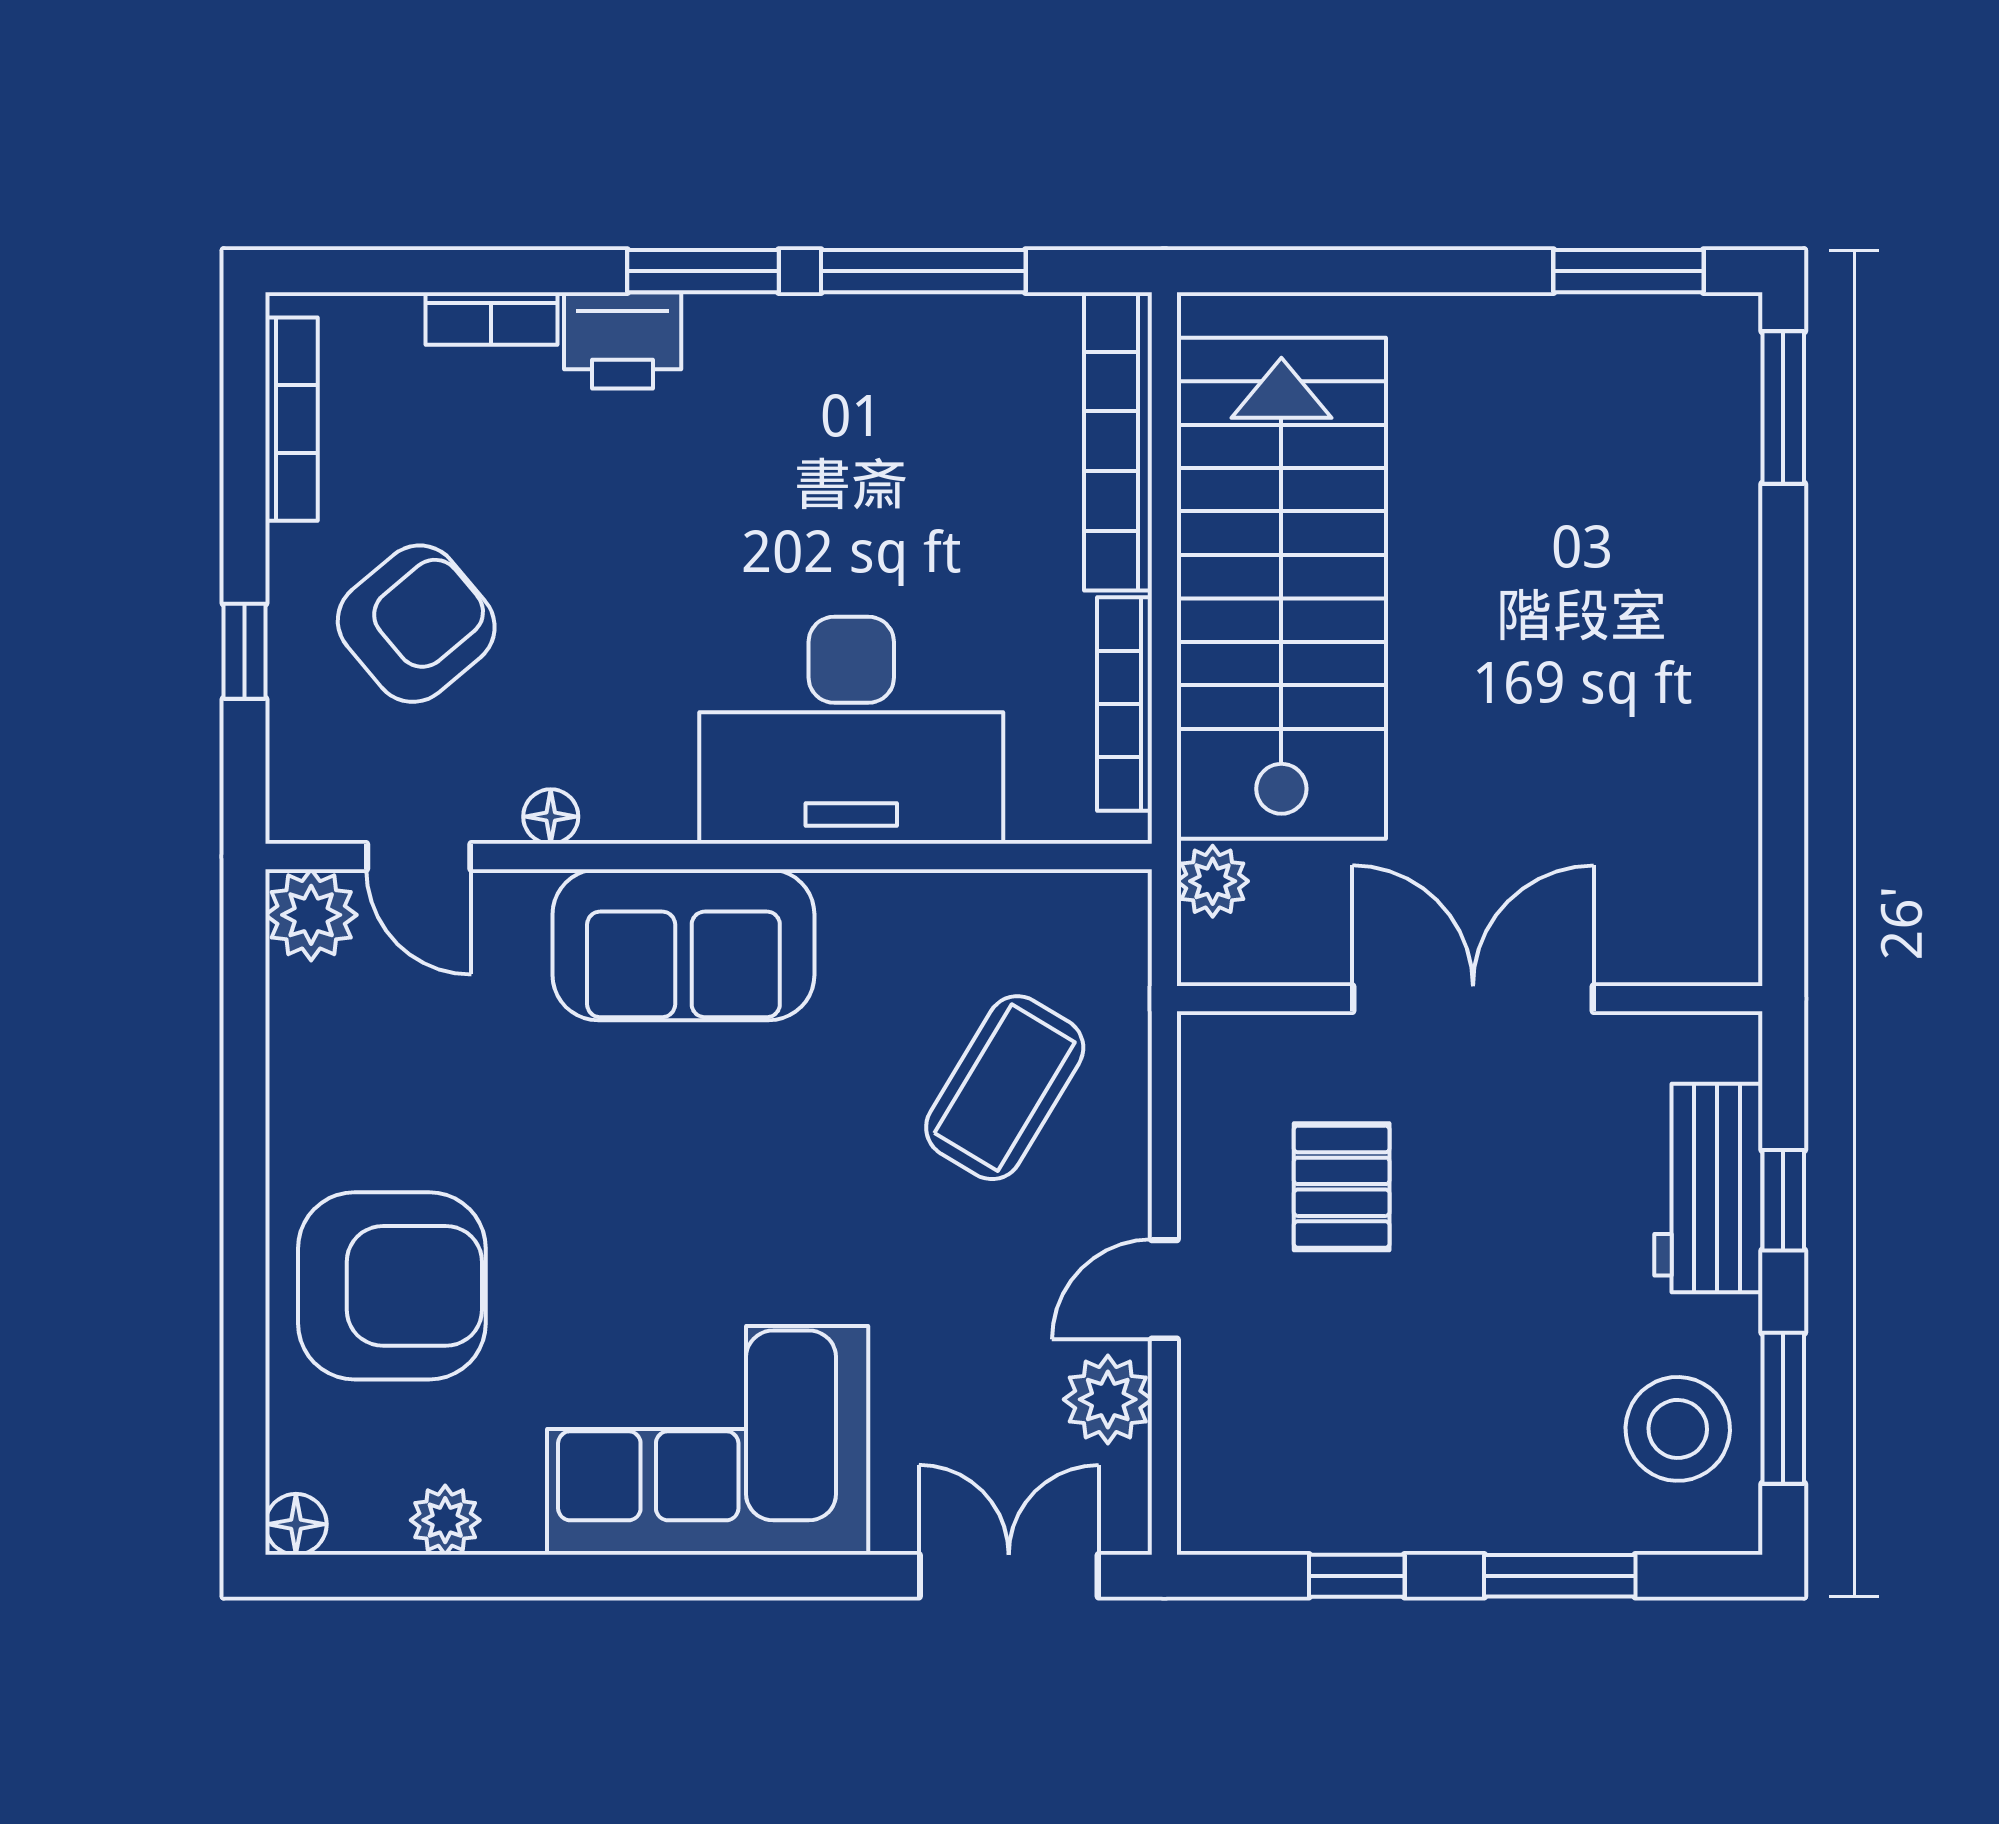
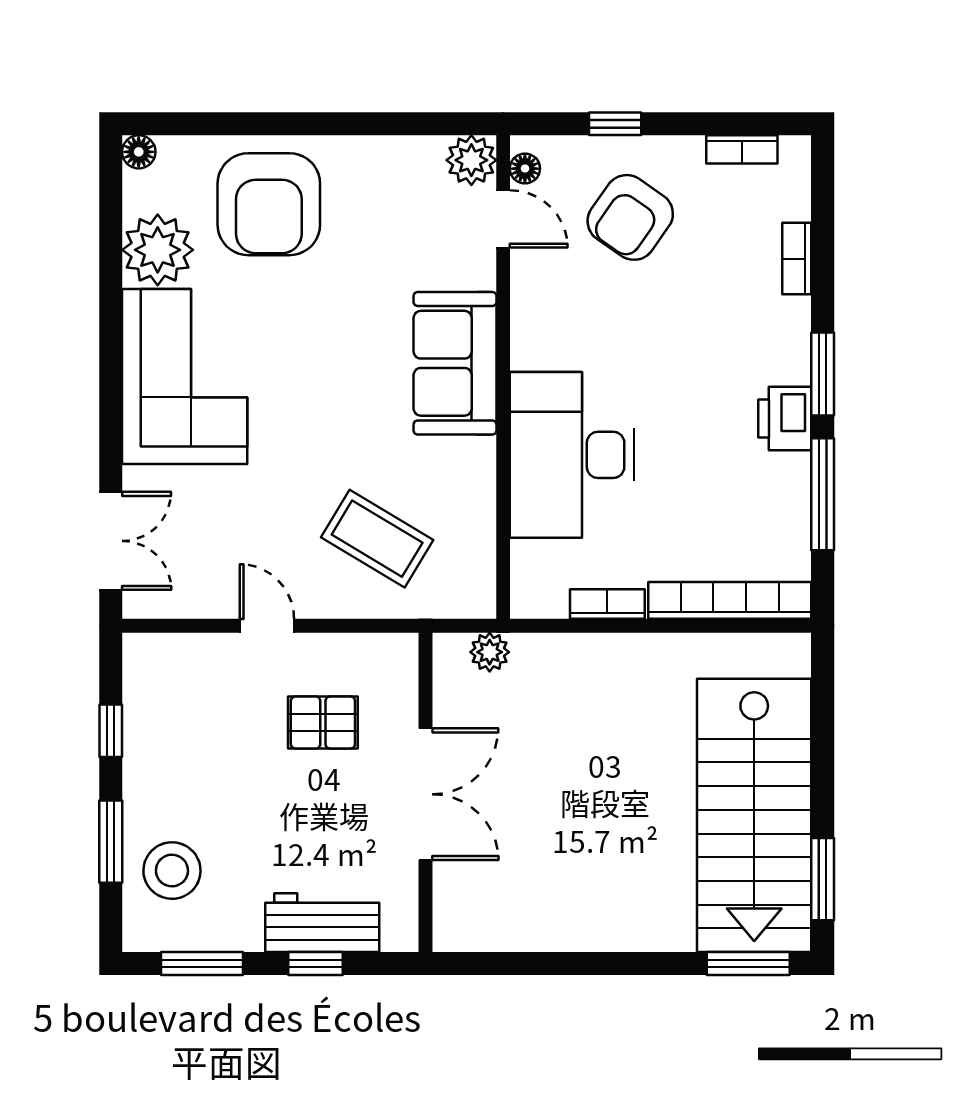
printer: (623, 340) -> (785, 418), moved
bookcase: (291, 419) -> (742, 149), width x0.64
stairs: (1281, 588) -> (754, 815), moved, turned 90
armchair: (416, 624) -> (630, 217), turned 75
bookcase: (1125, 704) -> (607, 604), width x0.64
floor lamp: (551, 817) -> (525, 169), moved
door: (419, 857) -> (503, 219), swing flipped
plant: (1108, 1399) -> (207, 595), removed
stool: (1678, 1429) -> (172, 871), moved
plant: (445, 1520) -> (158, 250), width x1.87, depth x1.87

